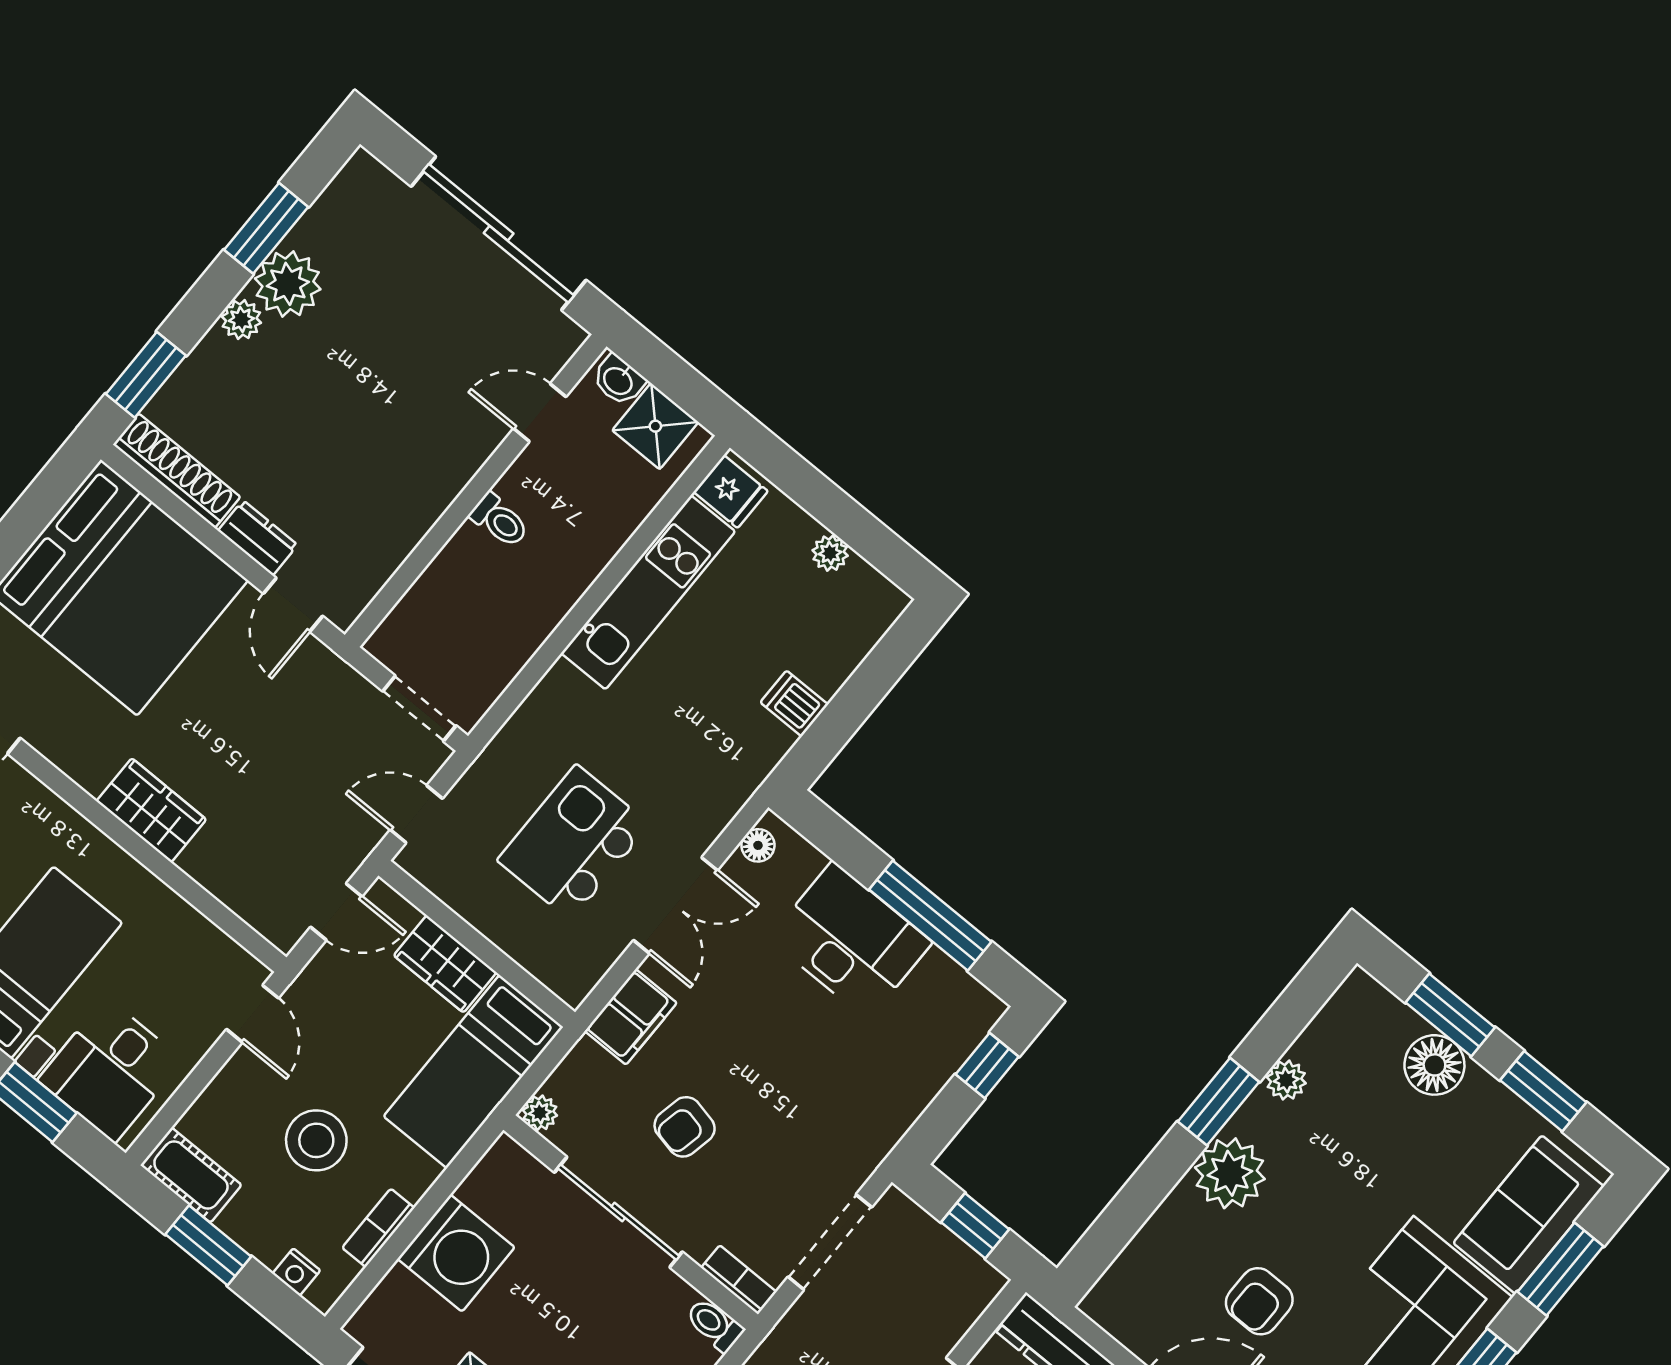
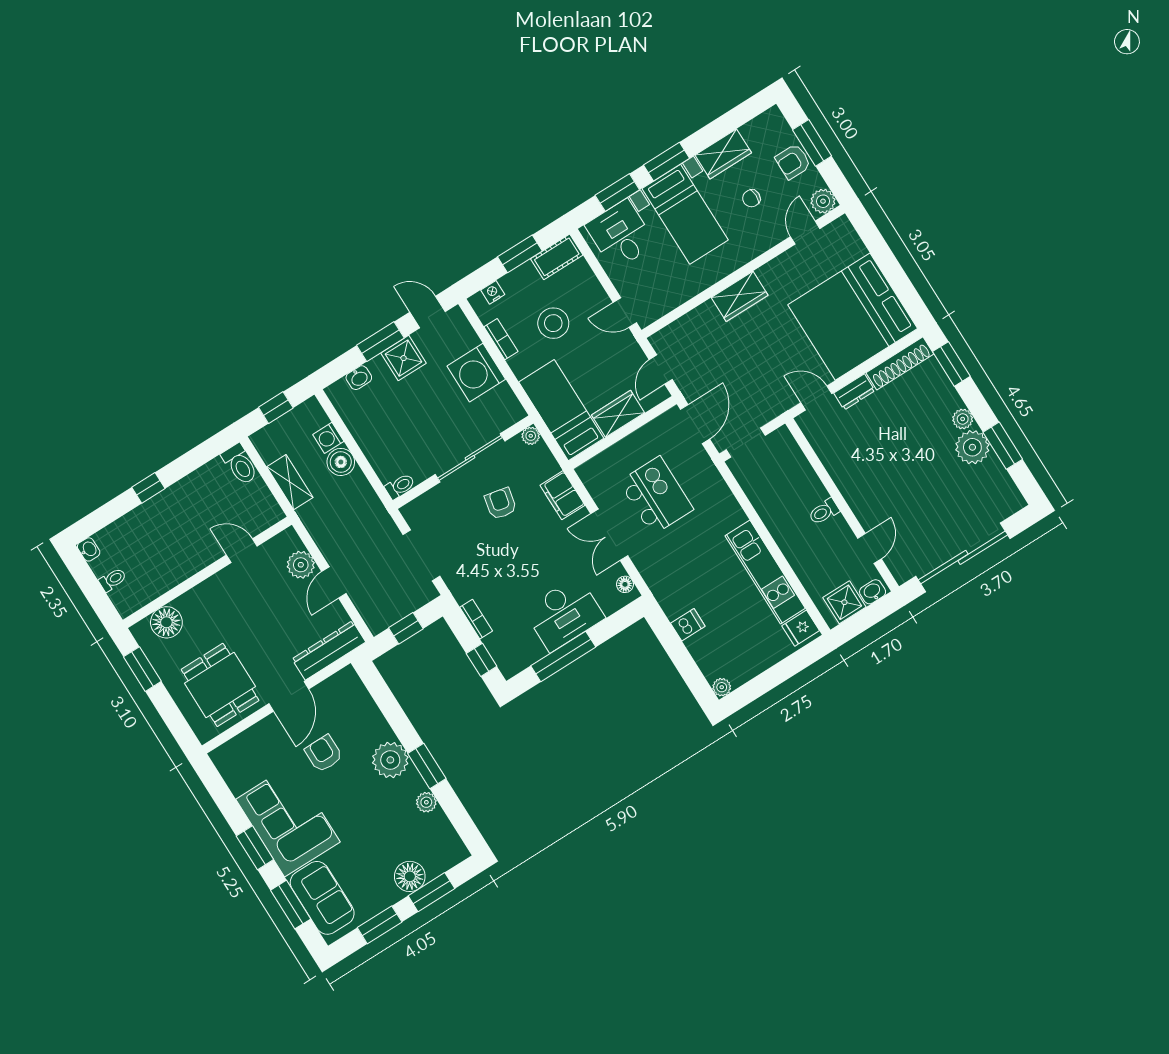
plant: (830, 553) -> (722, 687), moved
door: (416, 814) -> (695, 424), width x1.38
bookcase: (739, 1280) -> (476, 619), moved, turned -90

